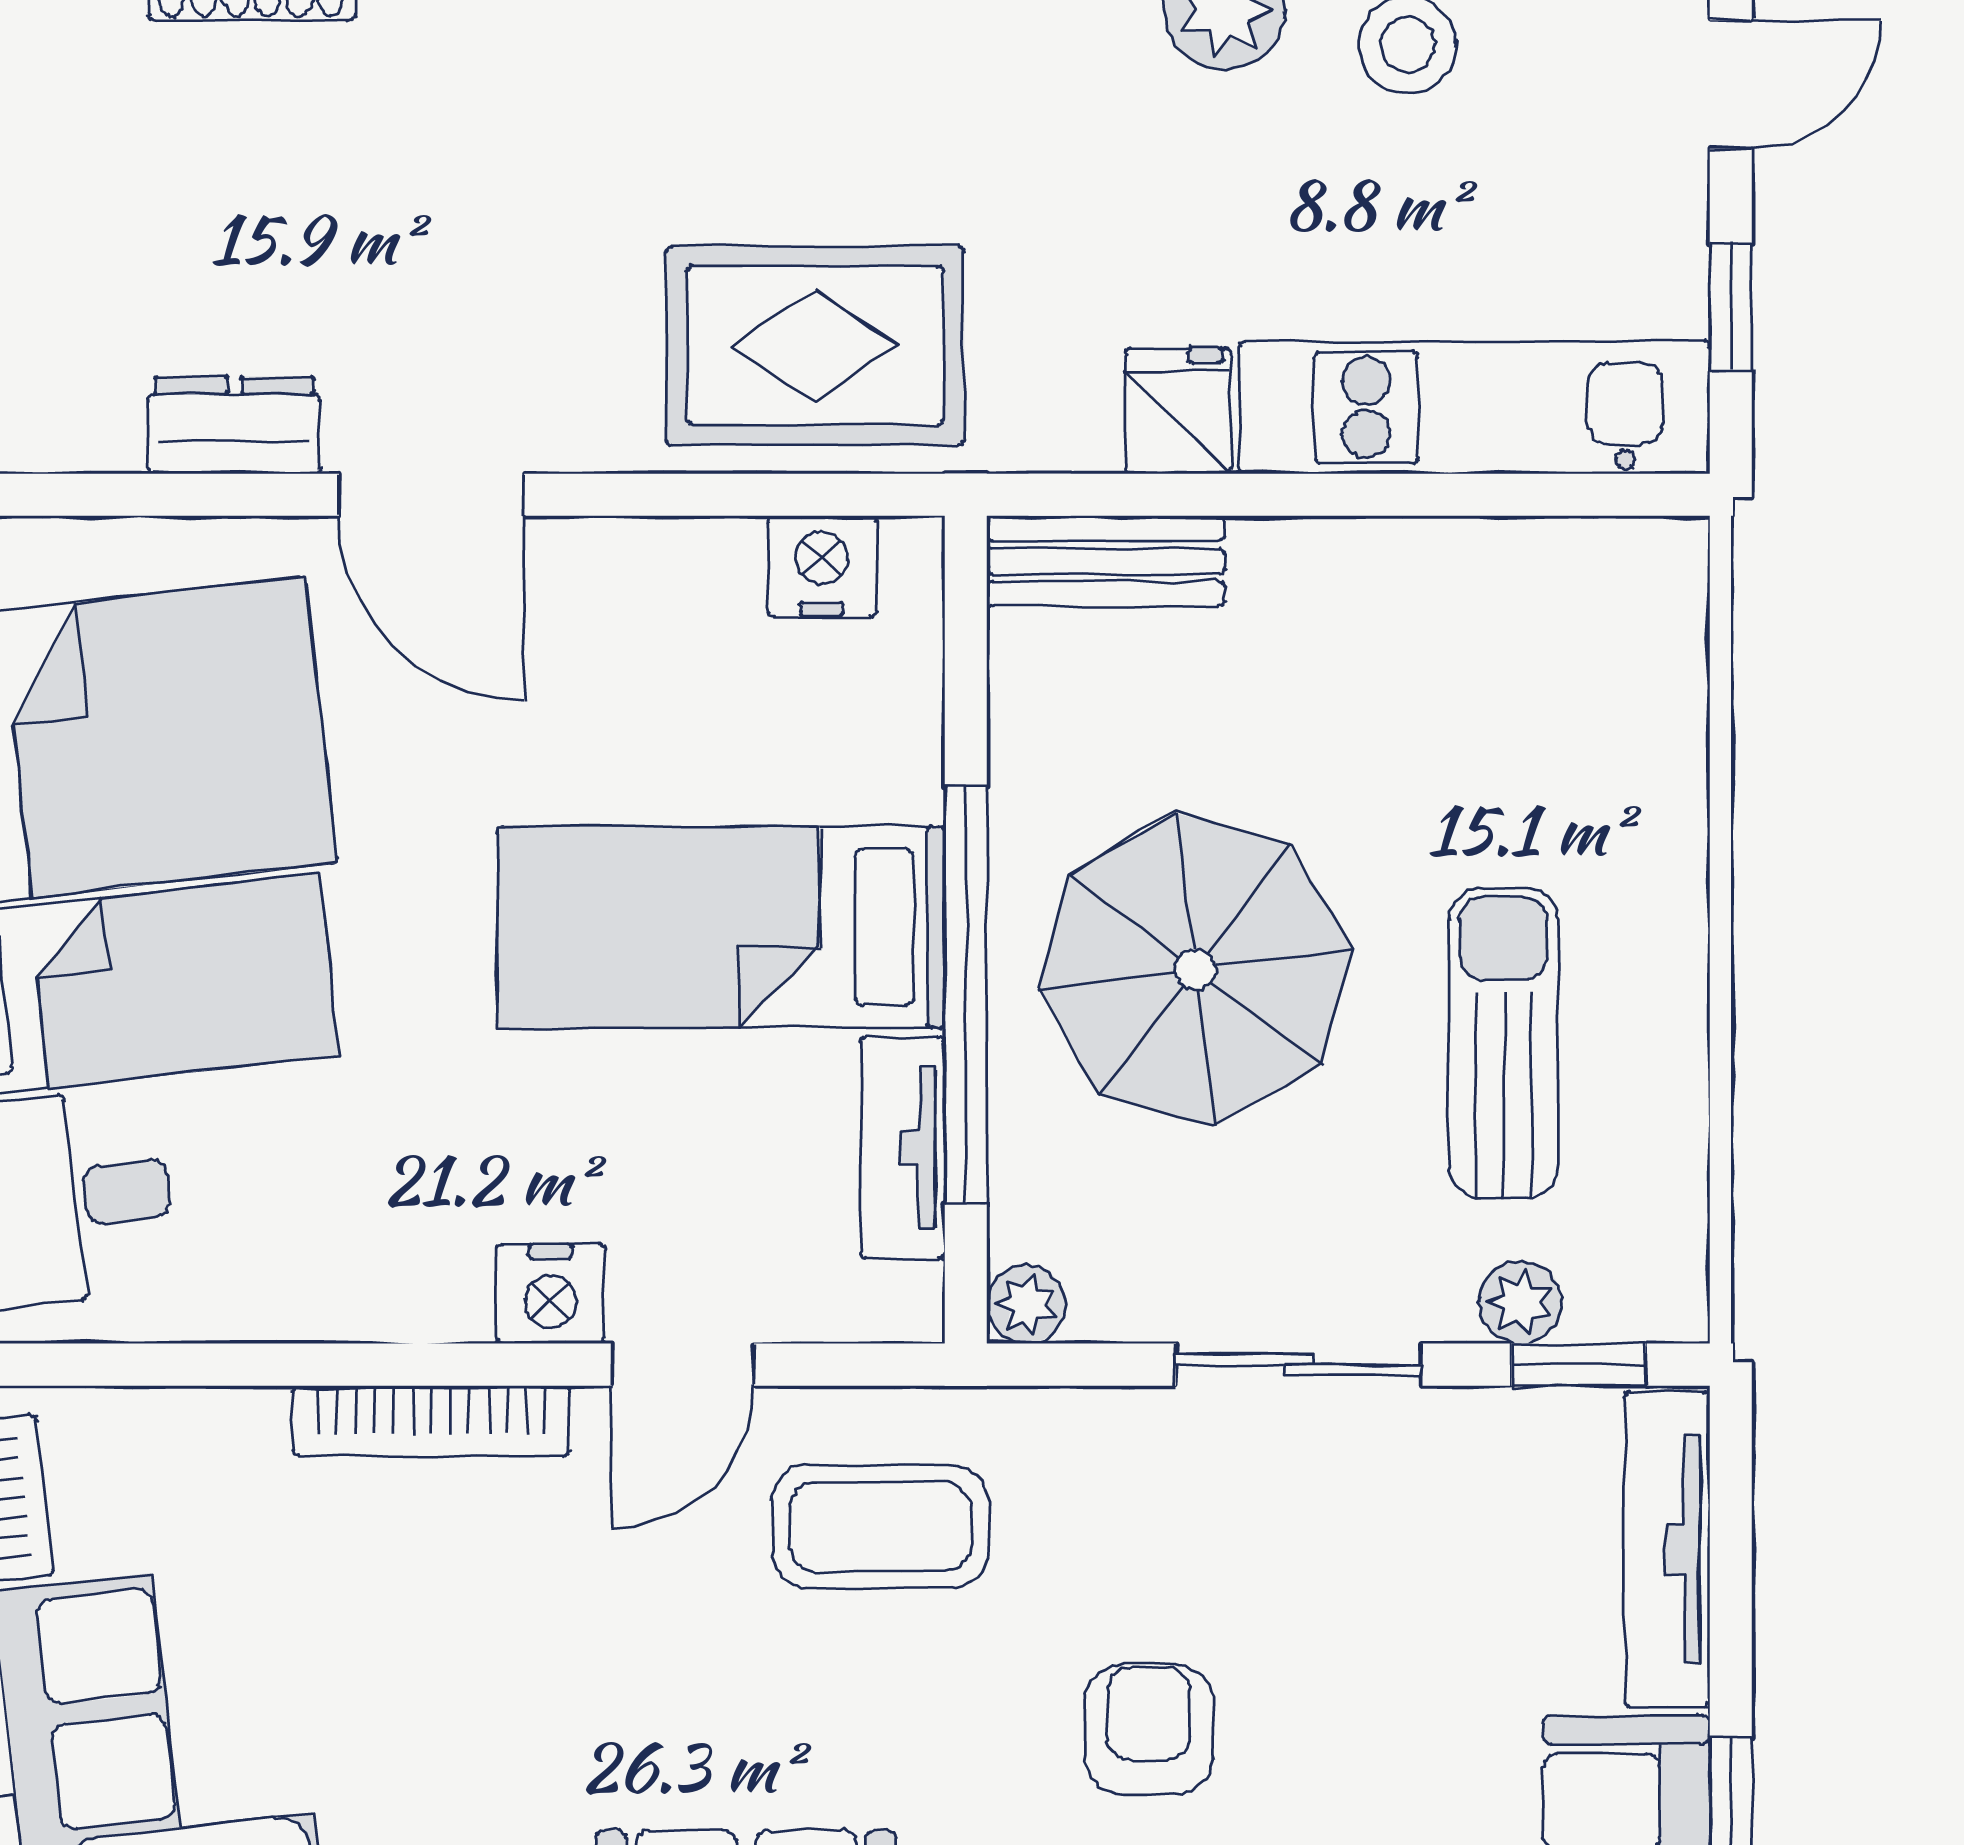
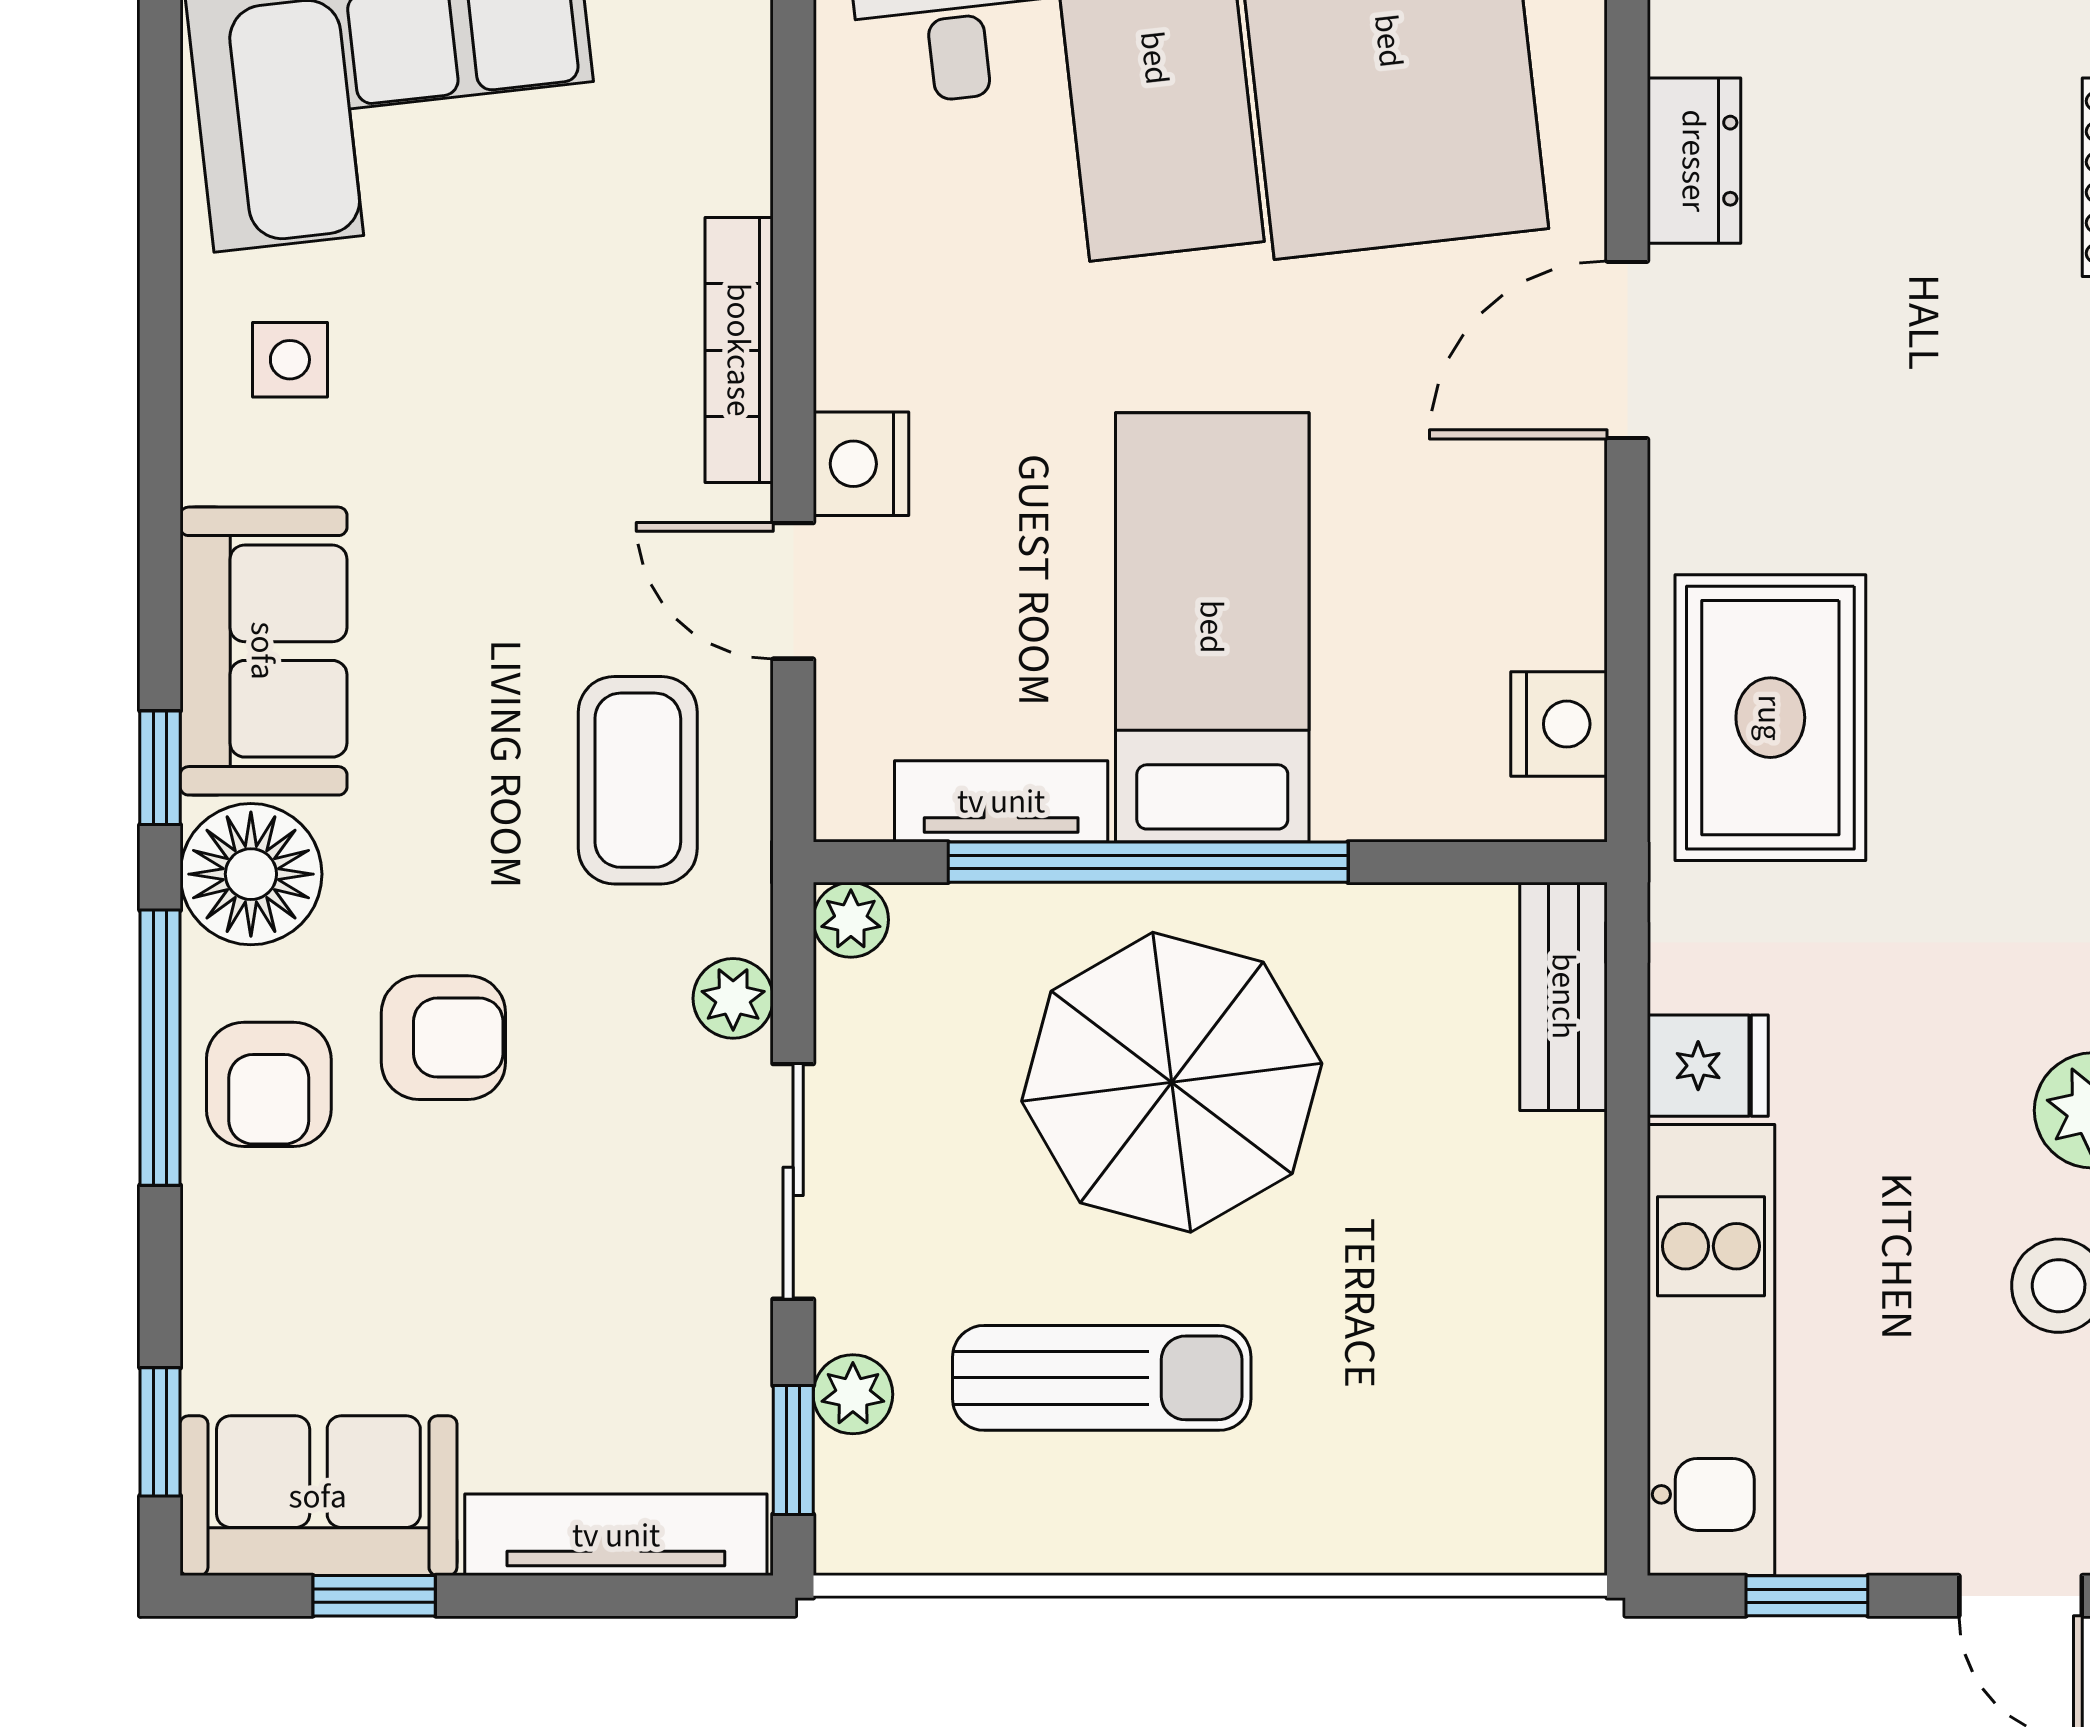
plant: (1108, 1427) -> (733, 998), added

